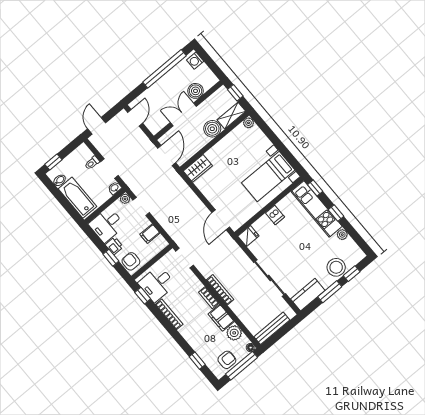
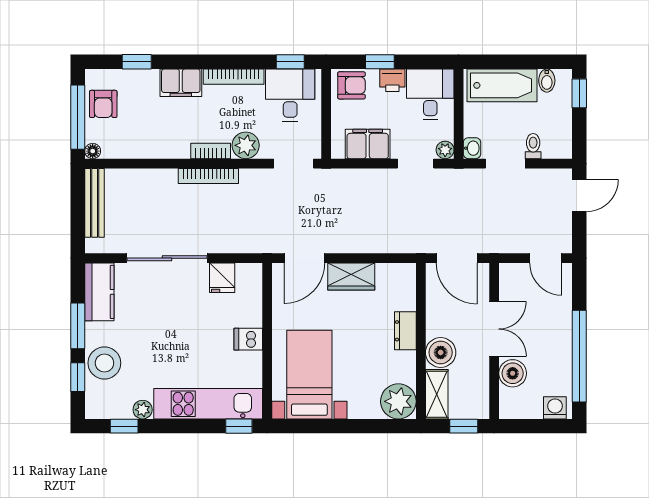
plant: (249, 123) -> (398, 401), width x1.88, depth x1.88
door: (97, 126) -> (579, 196), hinge flipped
dresser: (216, 151) -> (405, 331), added
wardrobe: (198, 168) -> (351, 276), moved, turned -90
window: (336, 213) -> (124, 426), moved
door: (221, 220) -> (304, 258), swing flipped
filing cabinet: (150, 234) -> (368, 144), width x2.00
fridge: (248, 236) -> (222, 278), moved
filing cabinet: (221, 318) -> (181, 83), moved, turned 180
plant: (234, 333) -> (246, 145), moved

